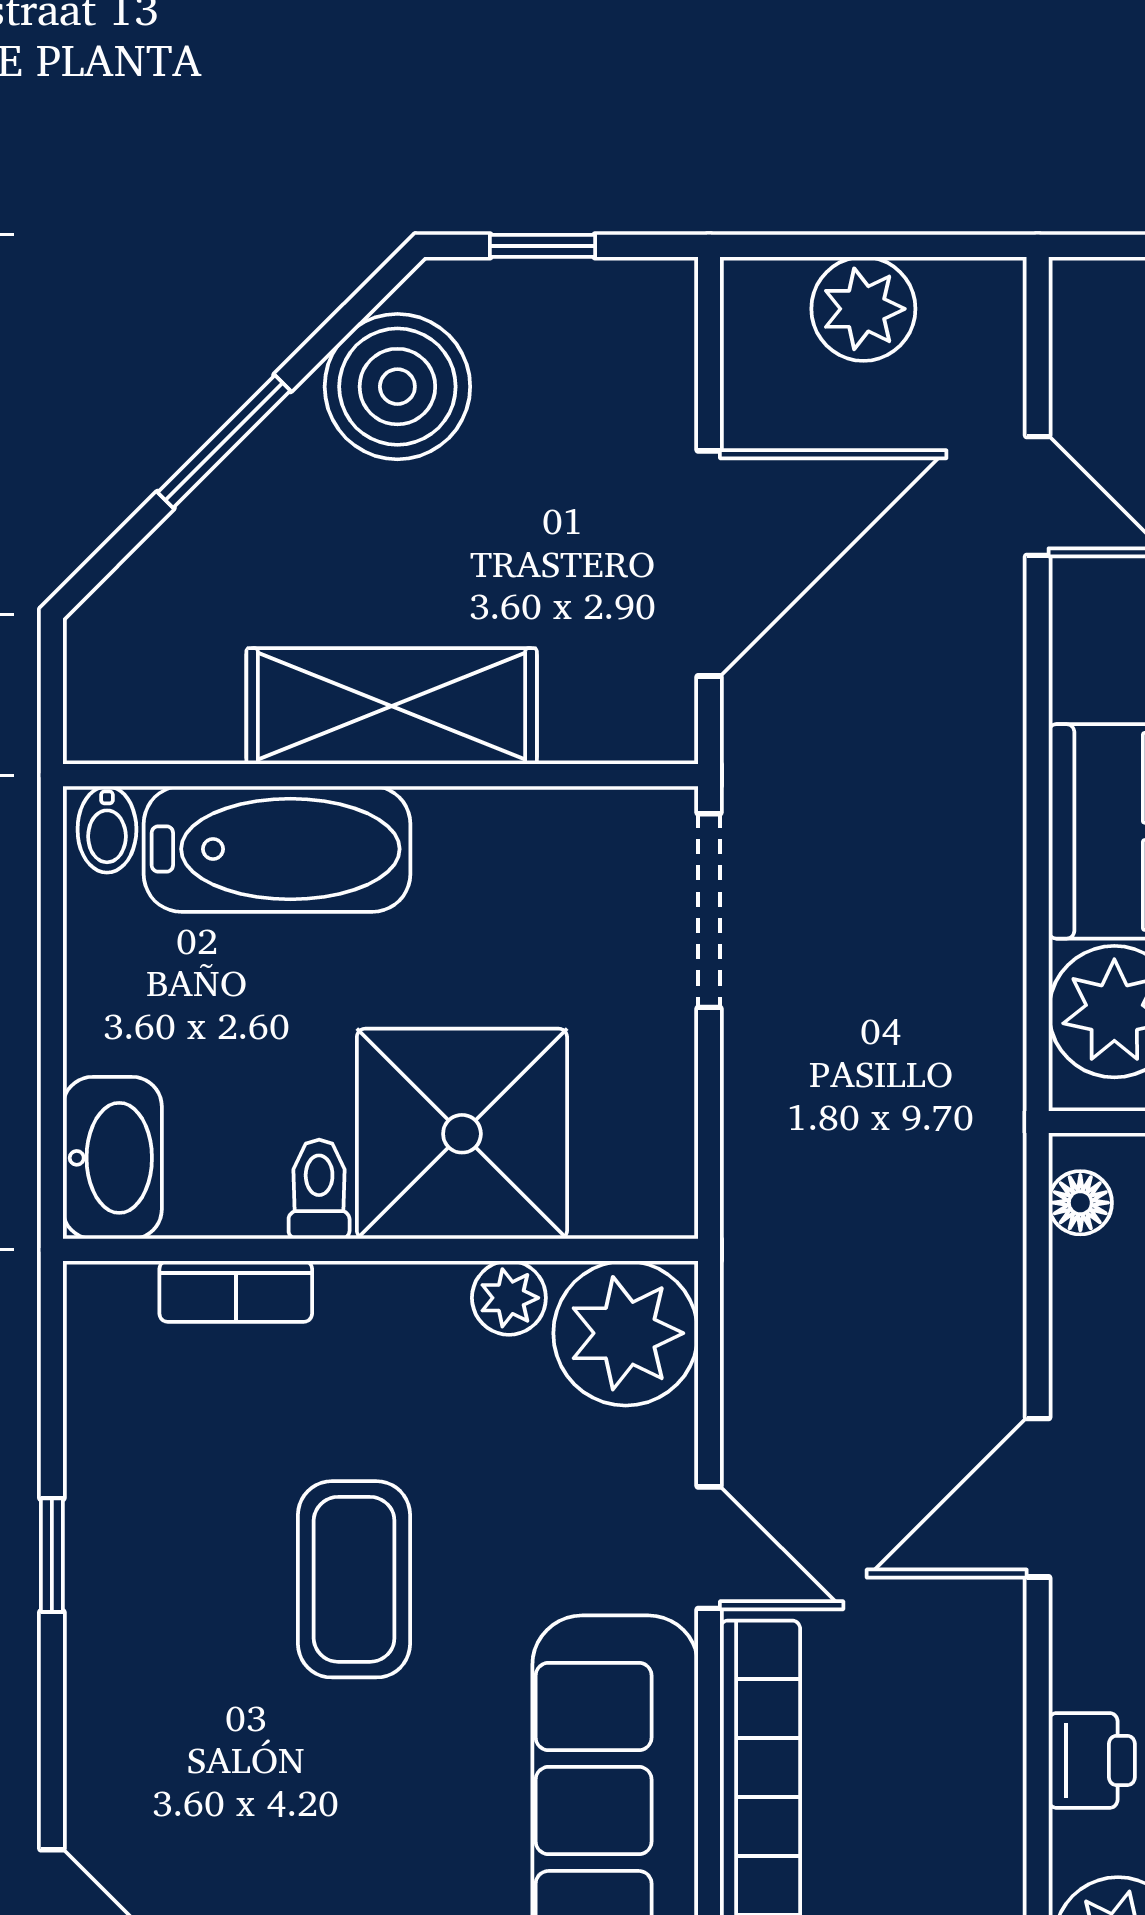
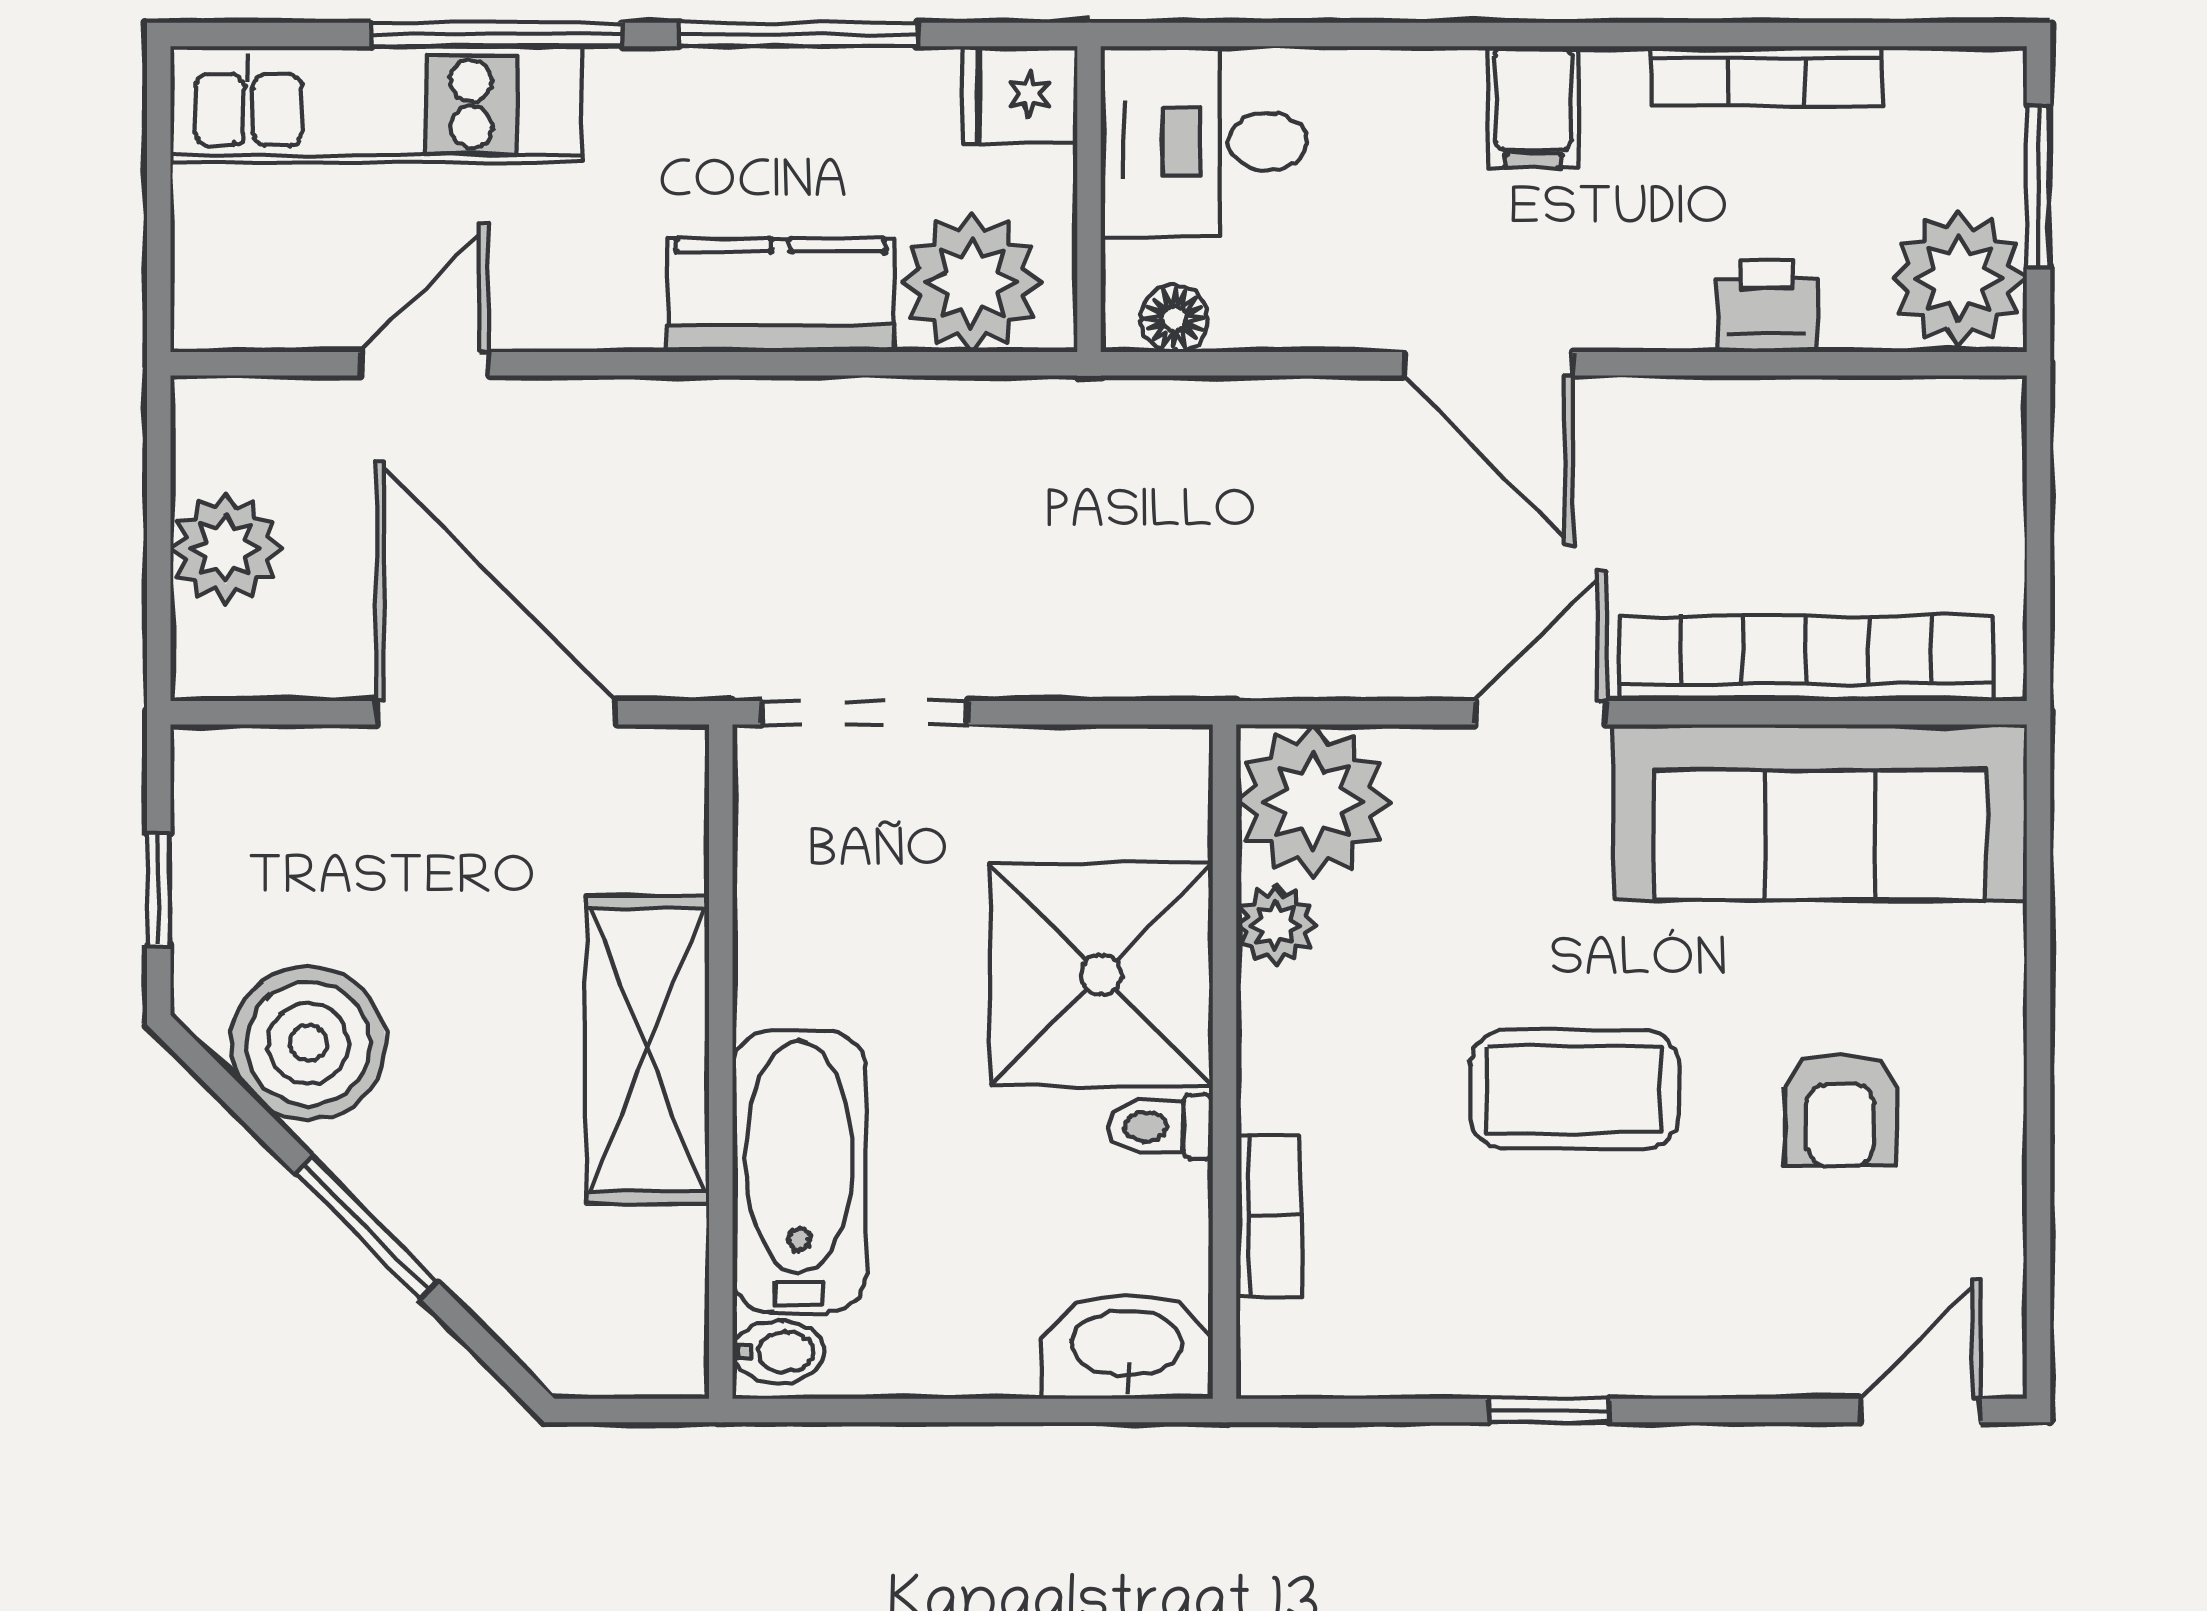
armchair: (335, 1830) -> (1840, 1110), added

